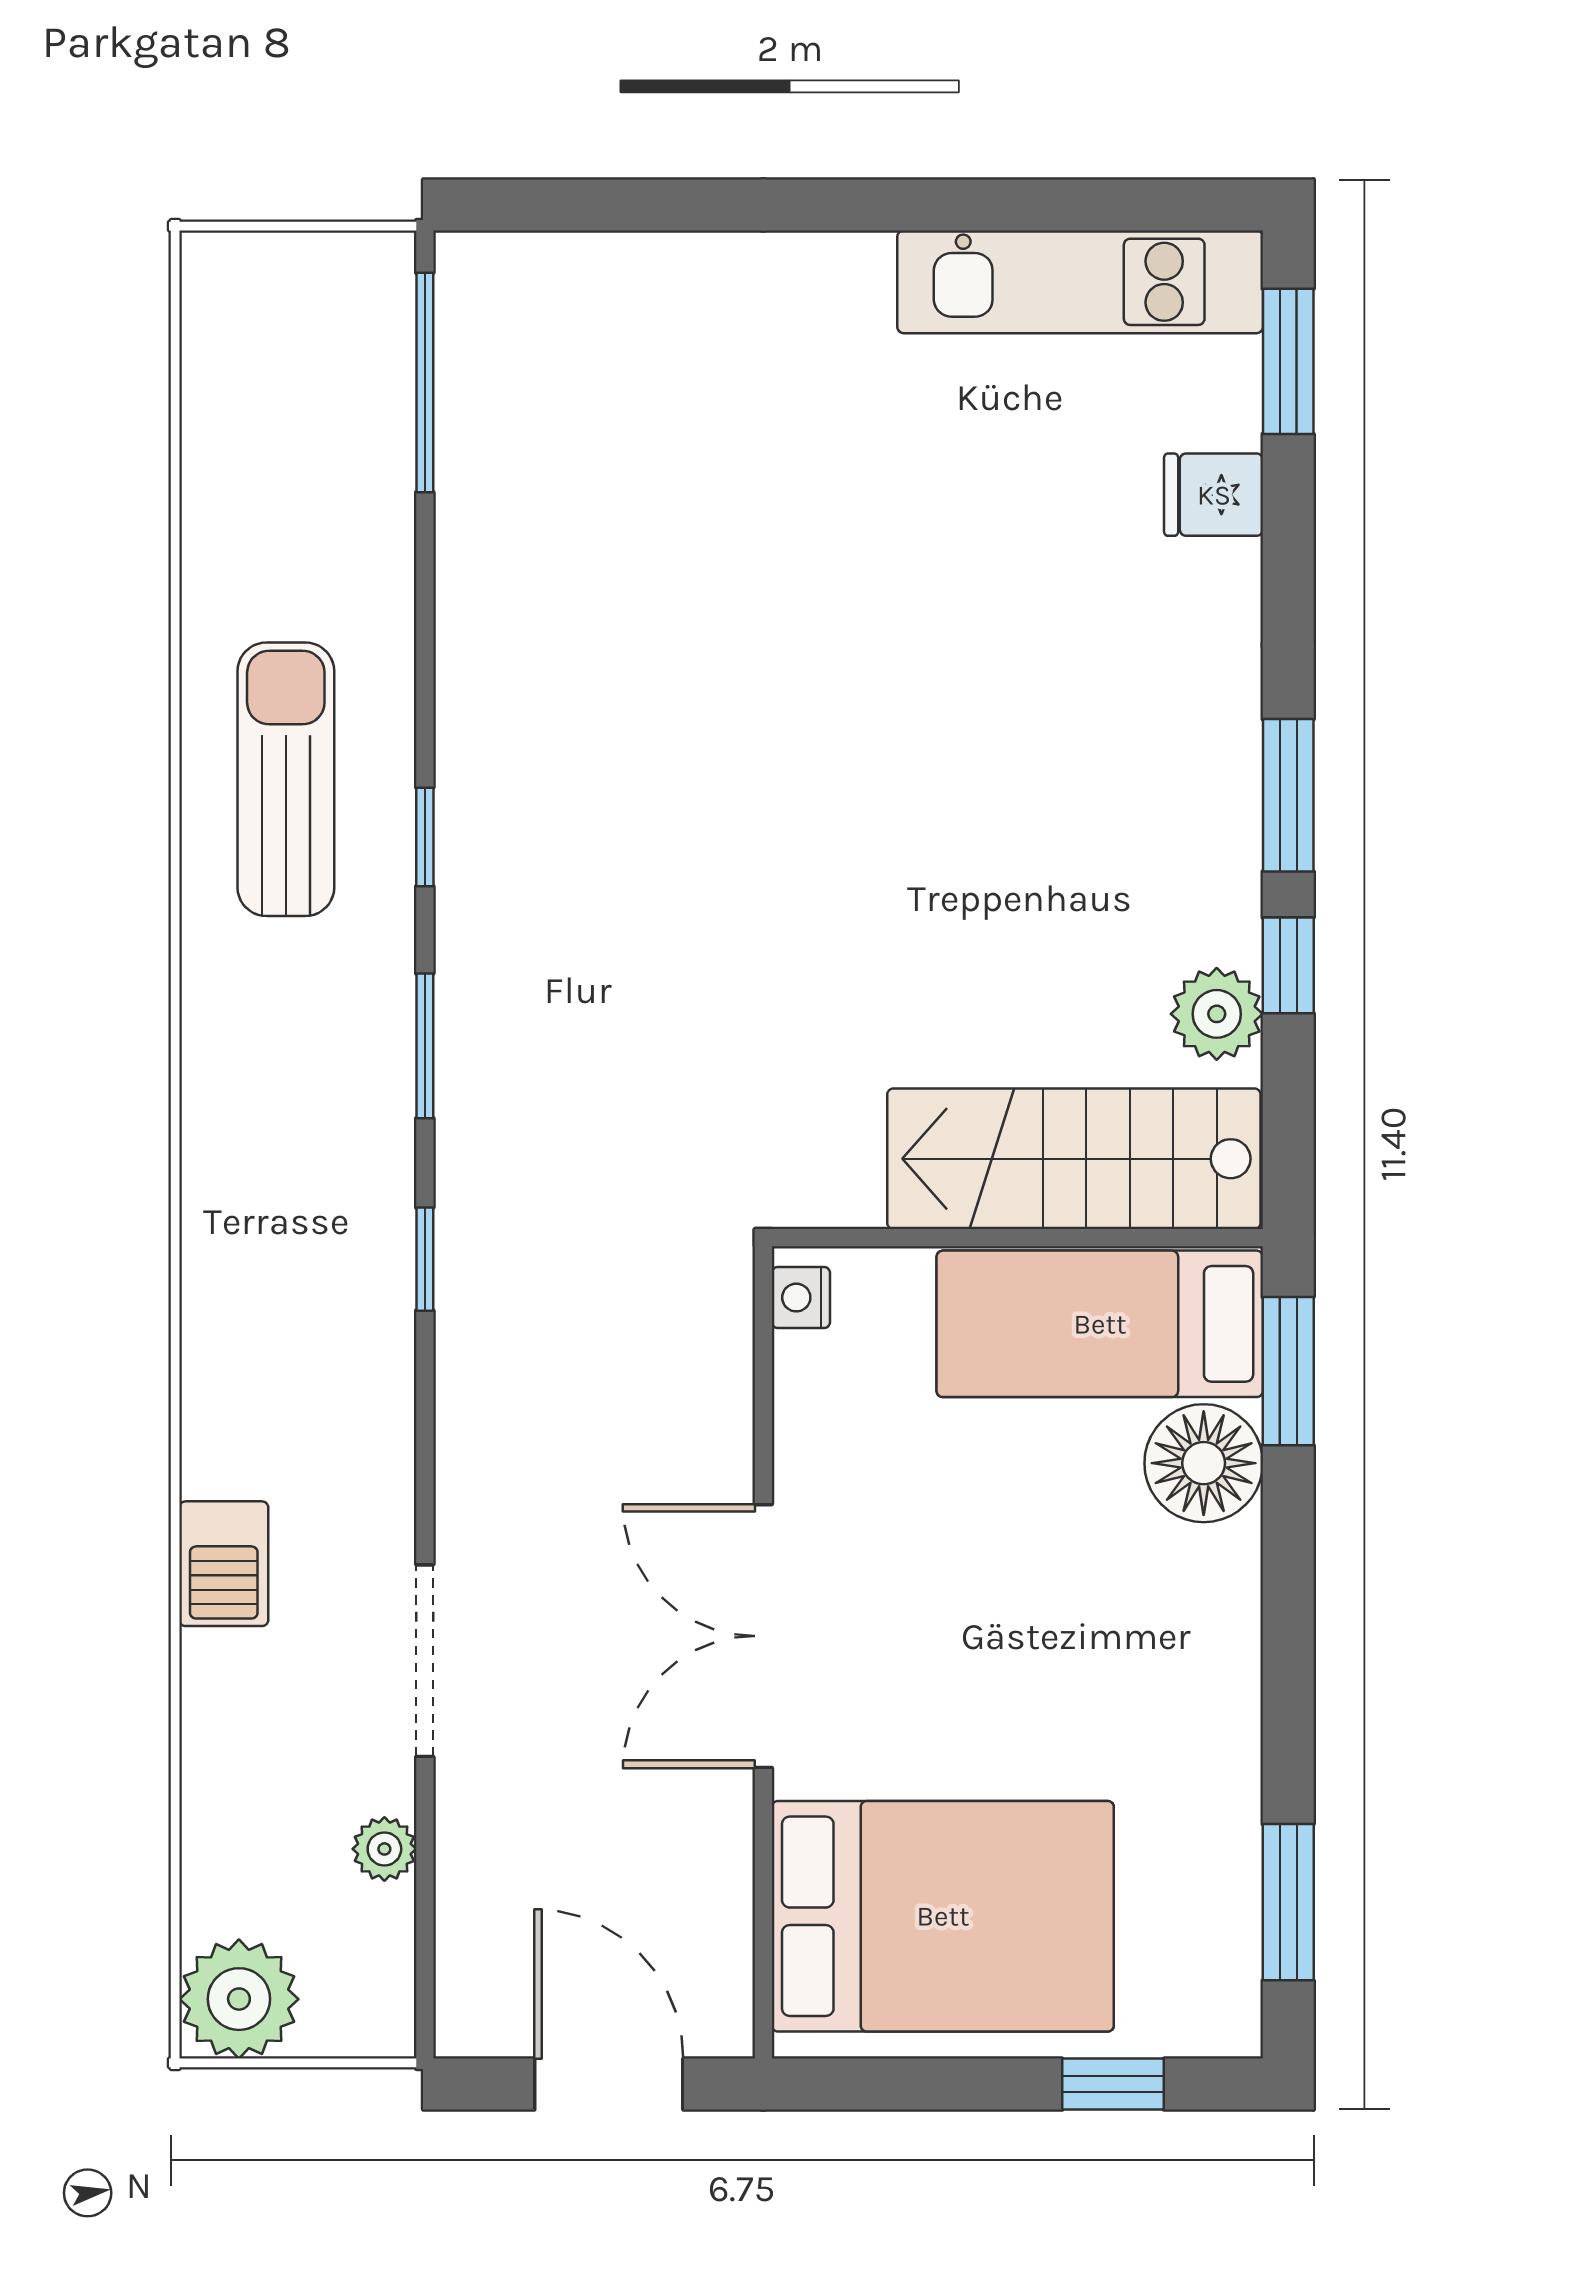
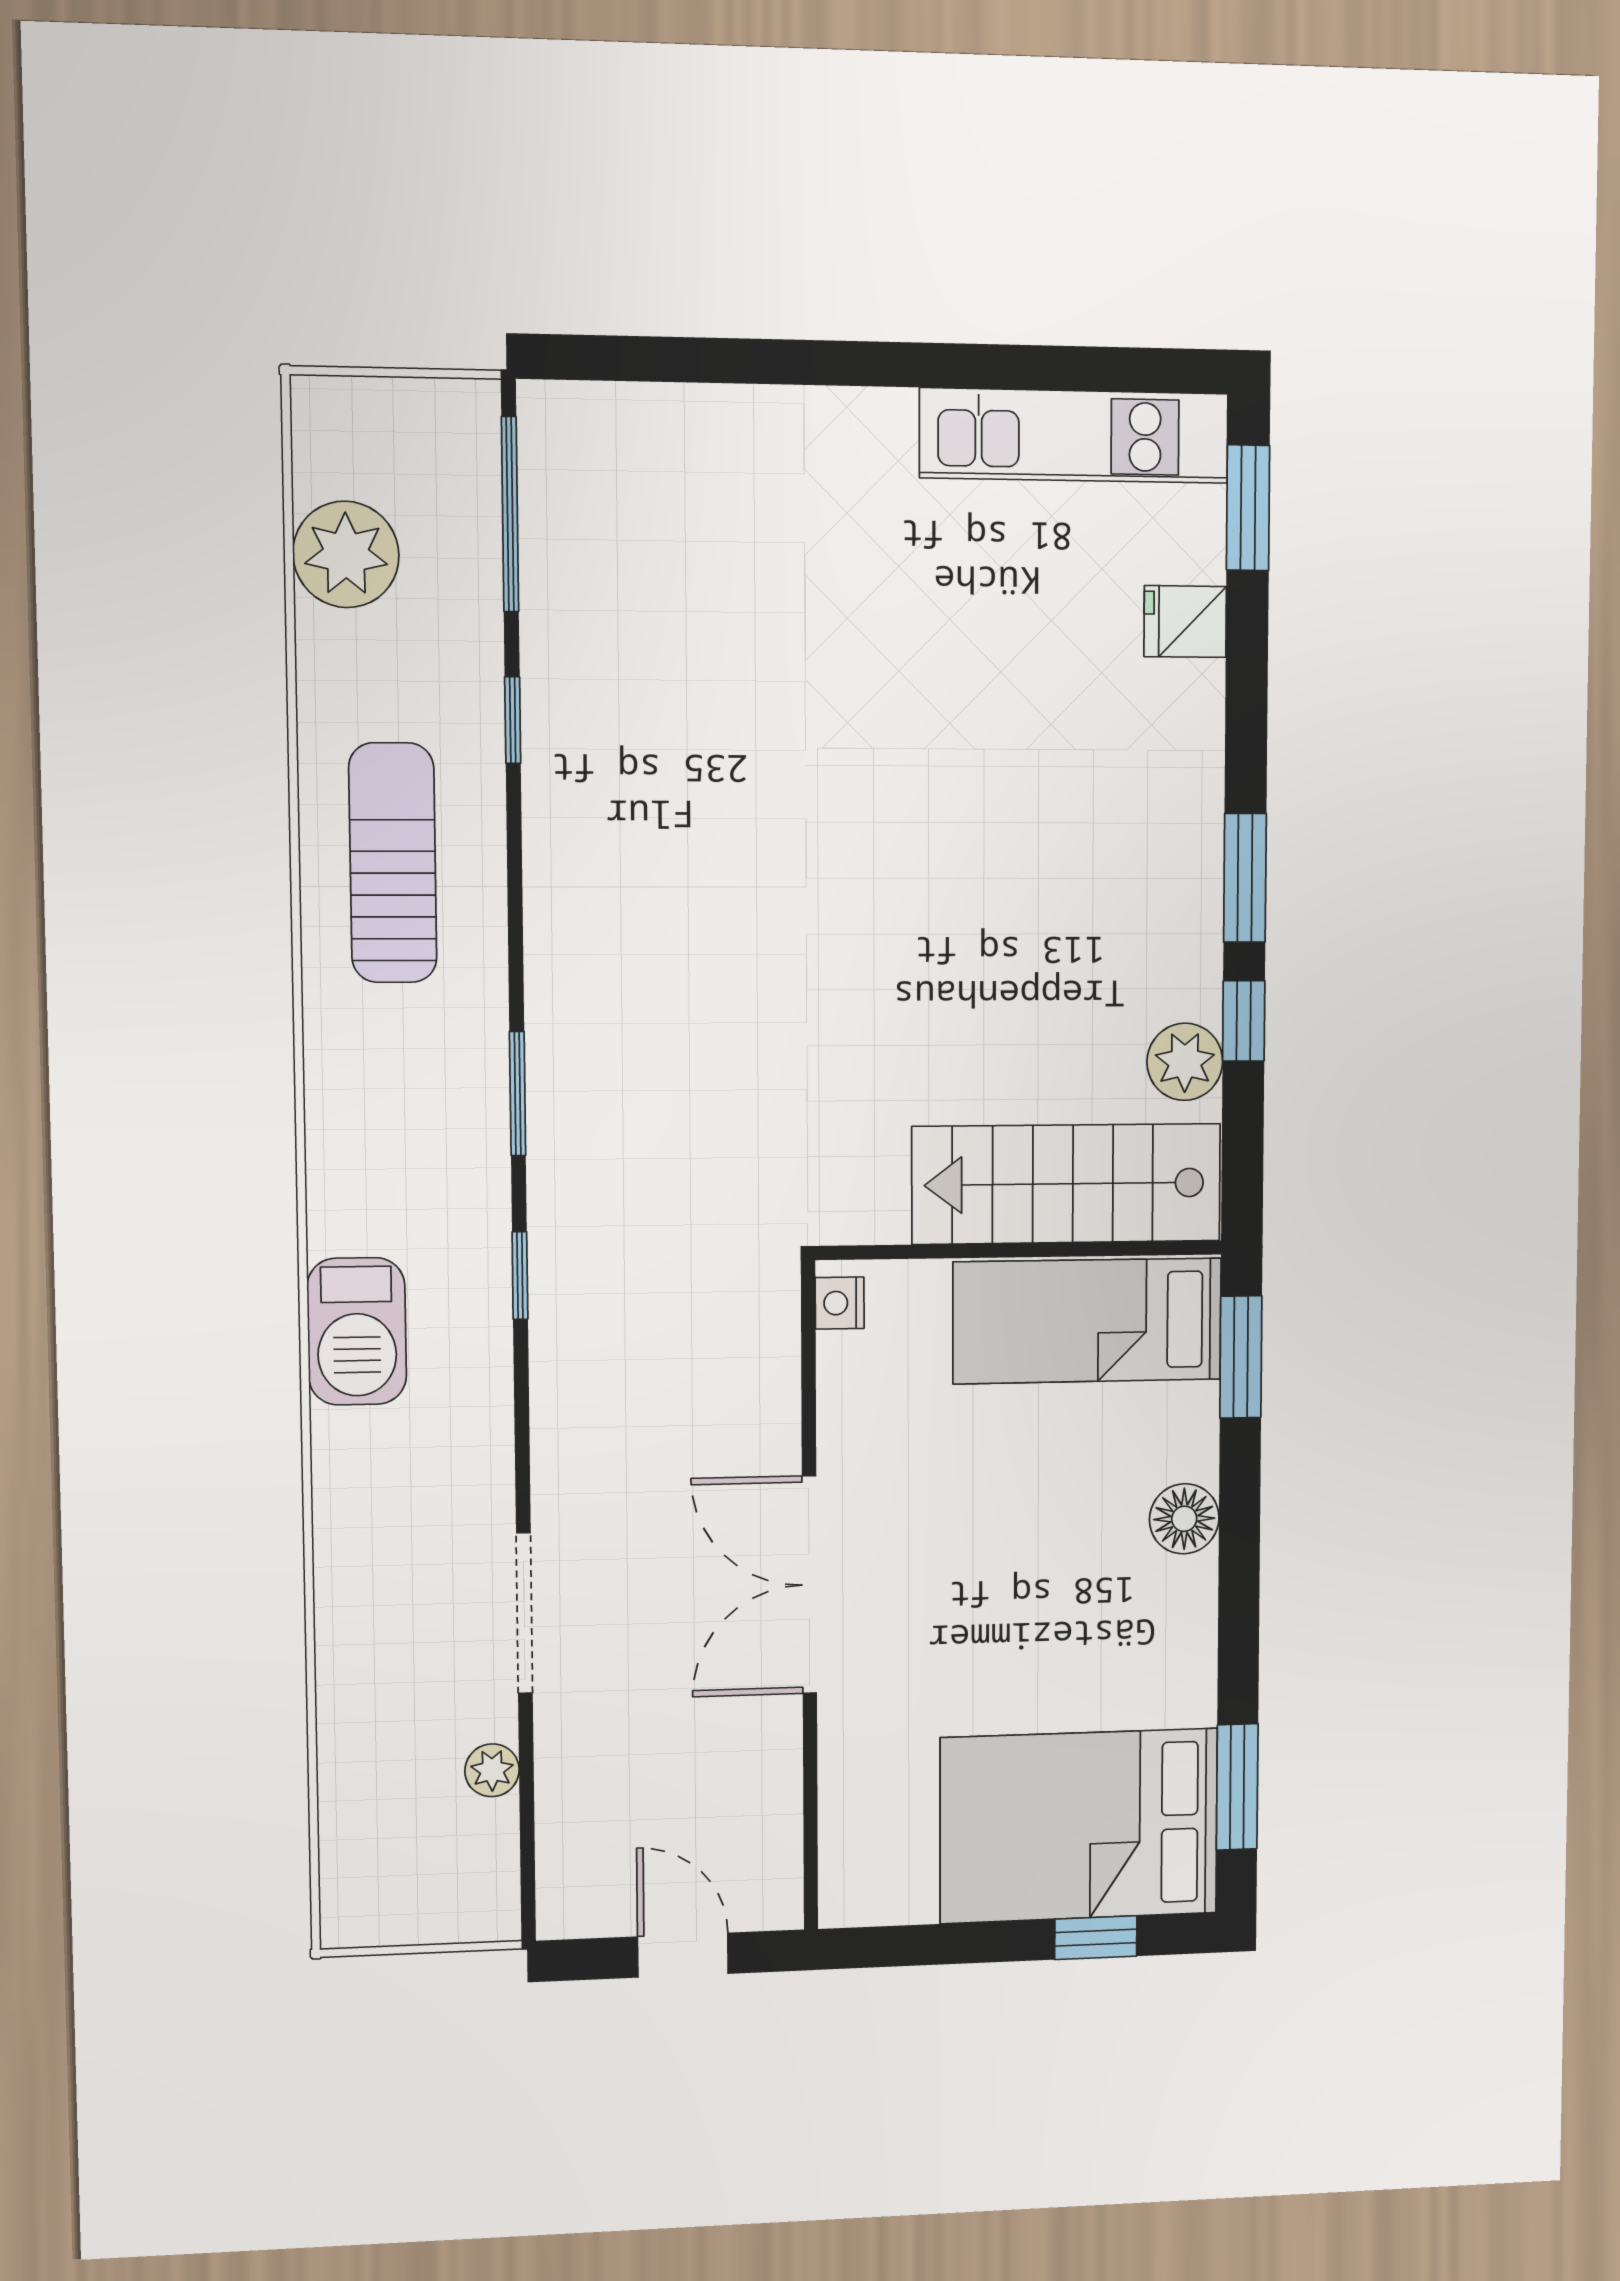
window: (425, 837) -> (513, 720), moved
floor lamp: (1204, 1463) -> (1184, 1519), moved, width x0.73, depth x0.73
barbecue: (224, 1564) -> (357, 1331), moved, width x1.38, depth x1.27
bed: (943, 1916) -> (1079, 1826), moved, turned 180
plant: (239, 1999) -> (346, 554), moved
door: (609, 2084) -> (683, 1955), width x0.73

